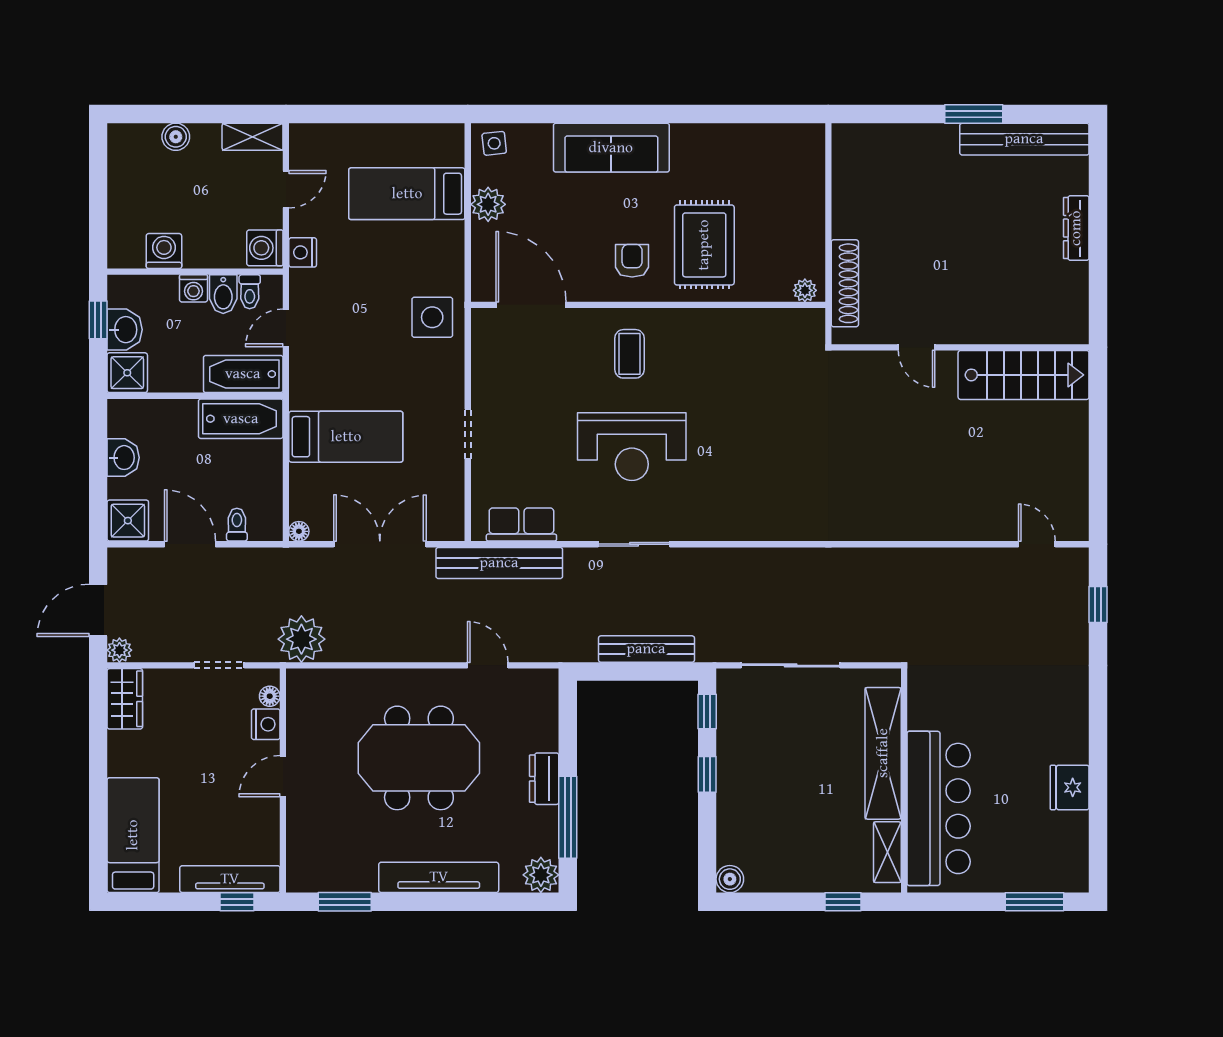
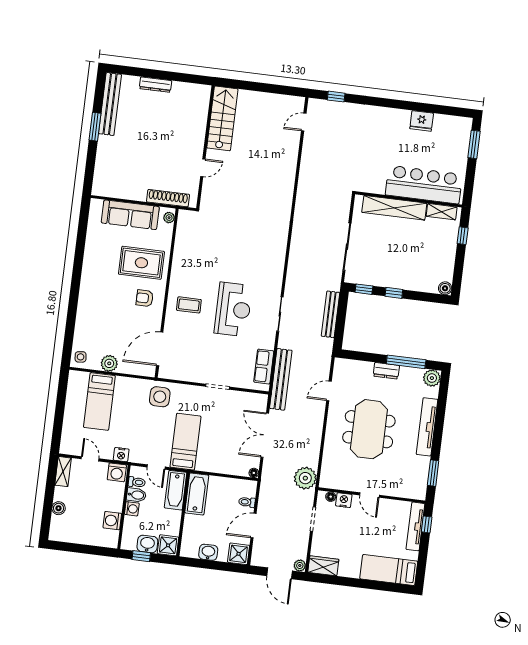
sofa: (611, 148) -> (130, 215), moved, turned 90
bed: (346, 437) -> (185, 442), moved

